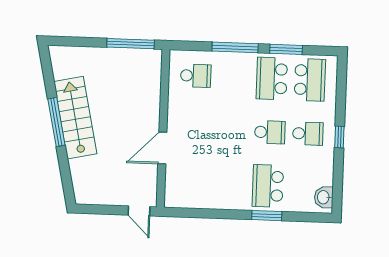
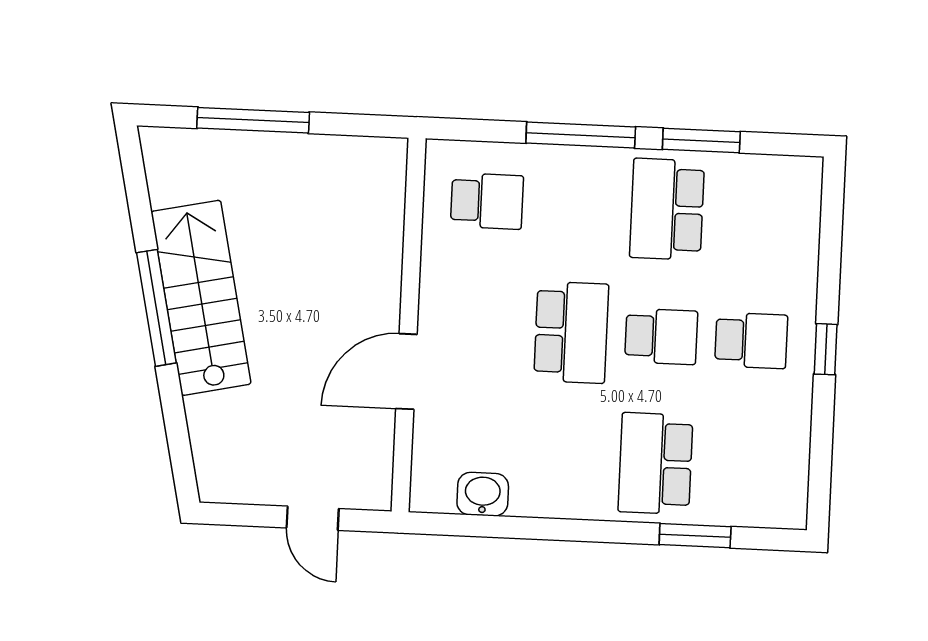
window: (131, 44) -> (253, 120), moved
school desk: (310, 80) -> (571, 332), moved
washbasin: (324, 197) -> (483, 494), moved, turned 90
door: (139, 211) -> (313, 518), moved
window: (267, 216) -> (695, 536), moved

